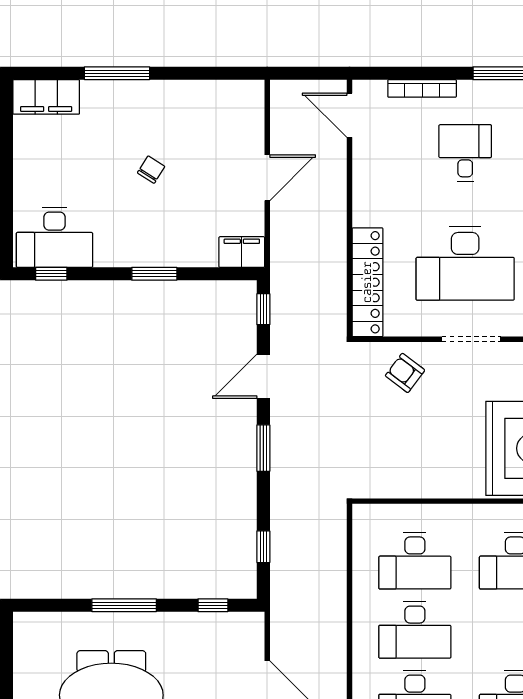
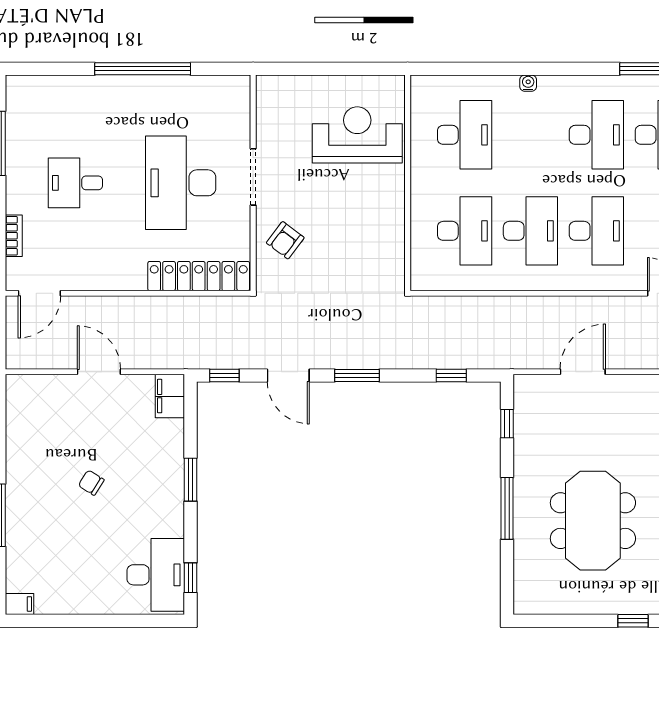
bookcase: (422, 88) -> (14, 236), width x0.64
filing cabinet: (46, 97) -> (19, 604), width x0.33, depth x0.86
desk: (465, 263) -> (181, 183), turned 180

